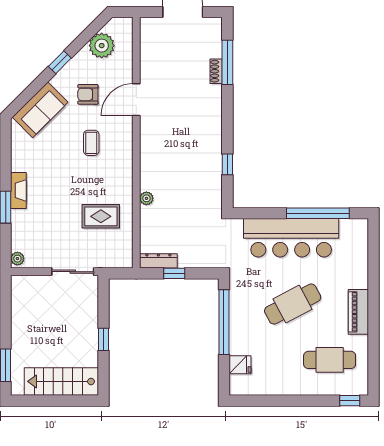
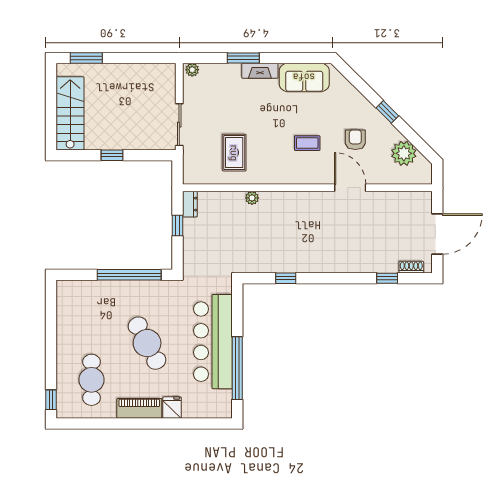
window: (227, 62) -> (387, 278), width x0.46
shoe rack: (216, 71) -> (411, 267), moved
sofa: (40, 110) -> (304, 77), moved, turned -45
dresser: (158, 261) -> (190, 204), width x0.70
fridge: (240, 365) -> (172, 408), moved, turned 180

